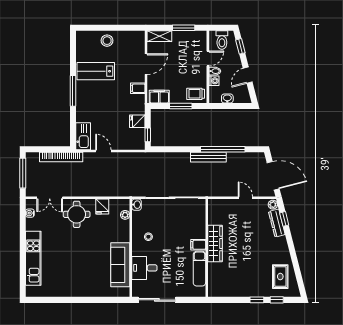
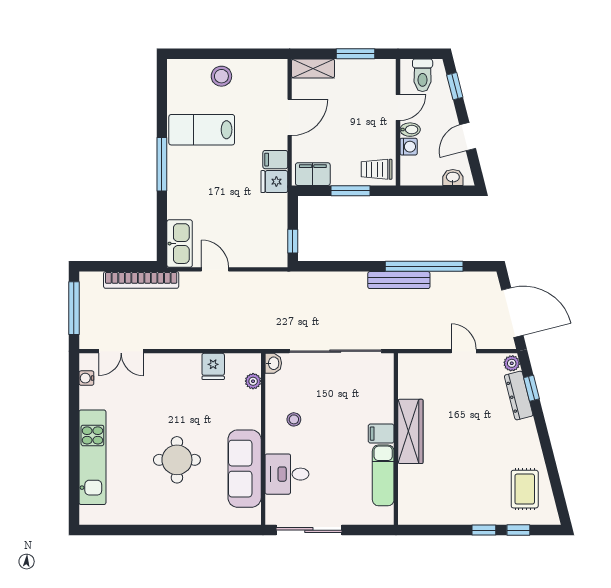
washbasin: (227, 98) -> (453, 178), moved
fridge: (137, 121) -> (274, 182), moved
round table: (77, 214) -> (177, 460), moved

